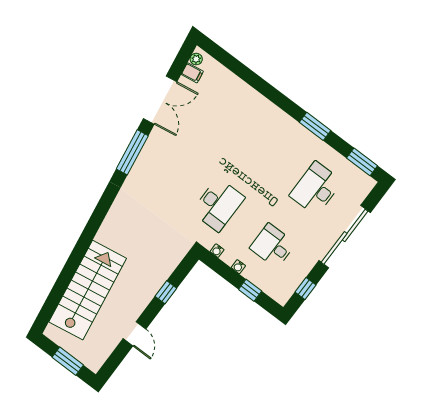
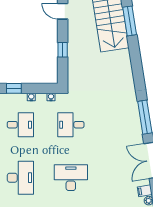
desk: (261, 147) -> (71, 178), added
desk: (218, 205) -> (71, 125), width x0.73
window: (70, 268) -> (130, 21), added

